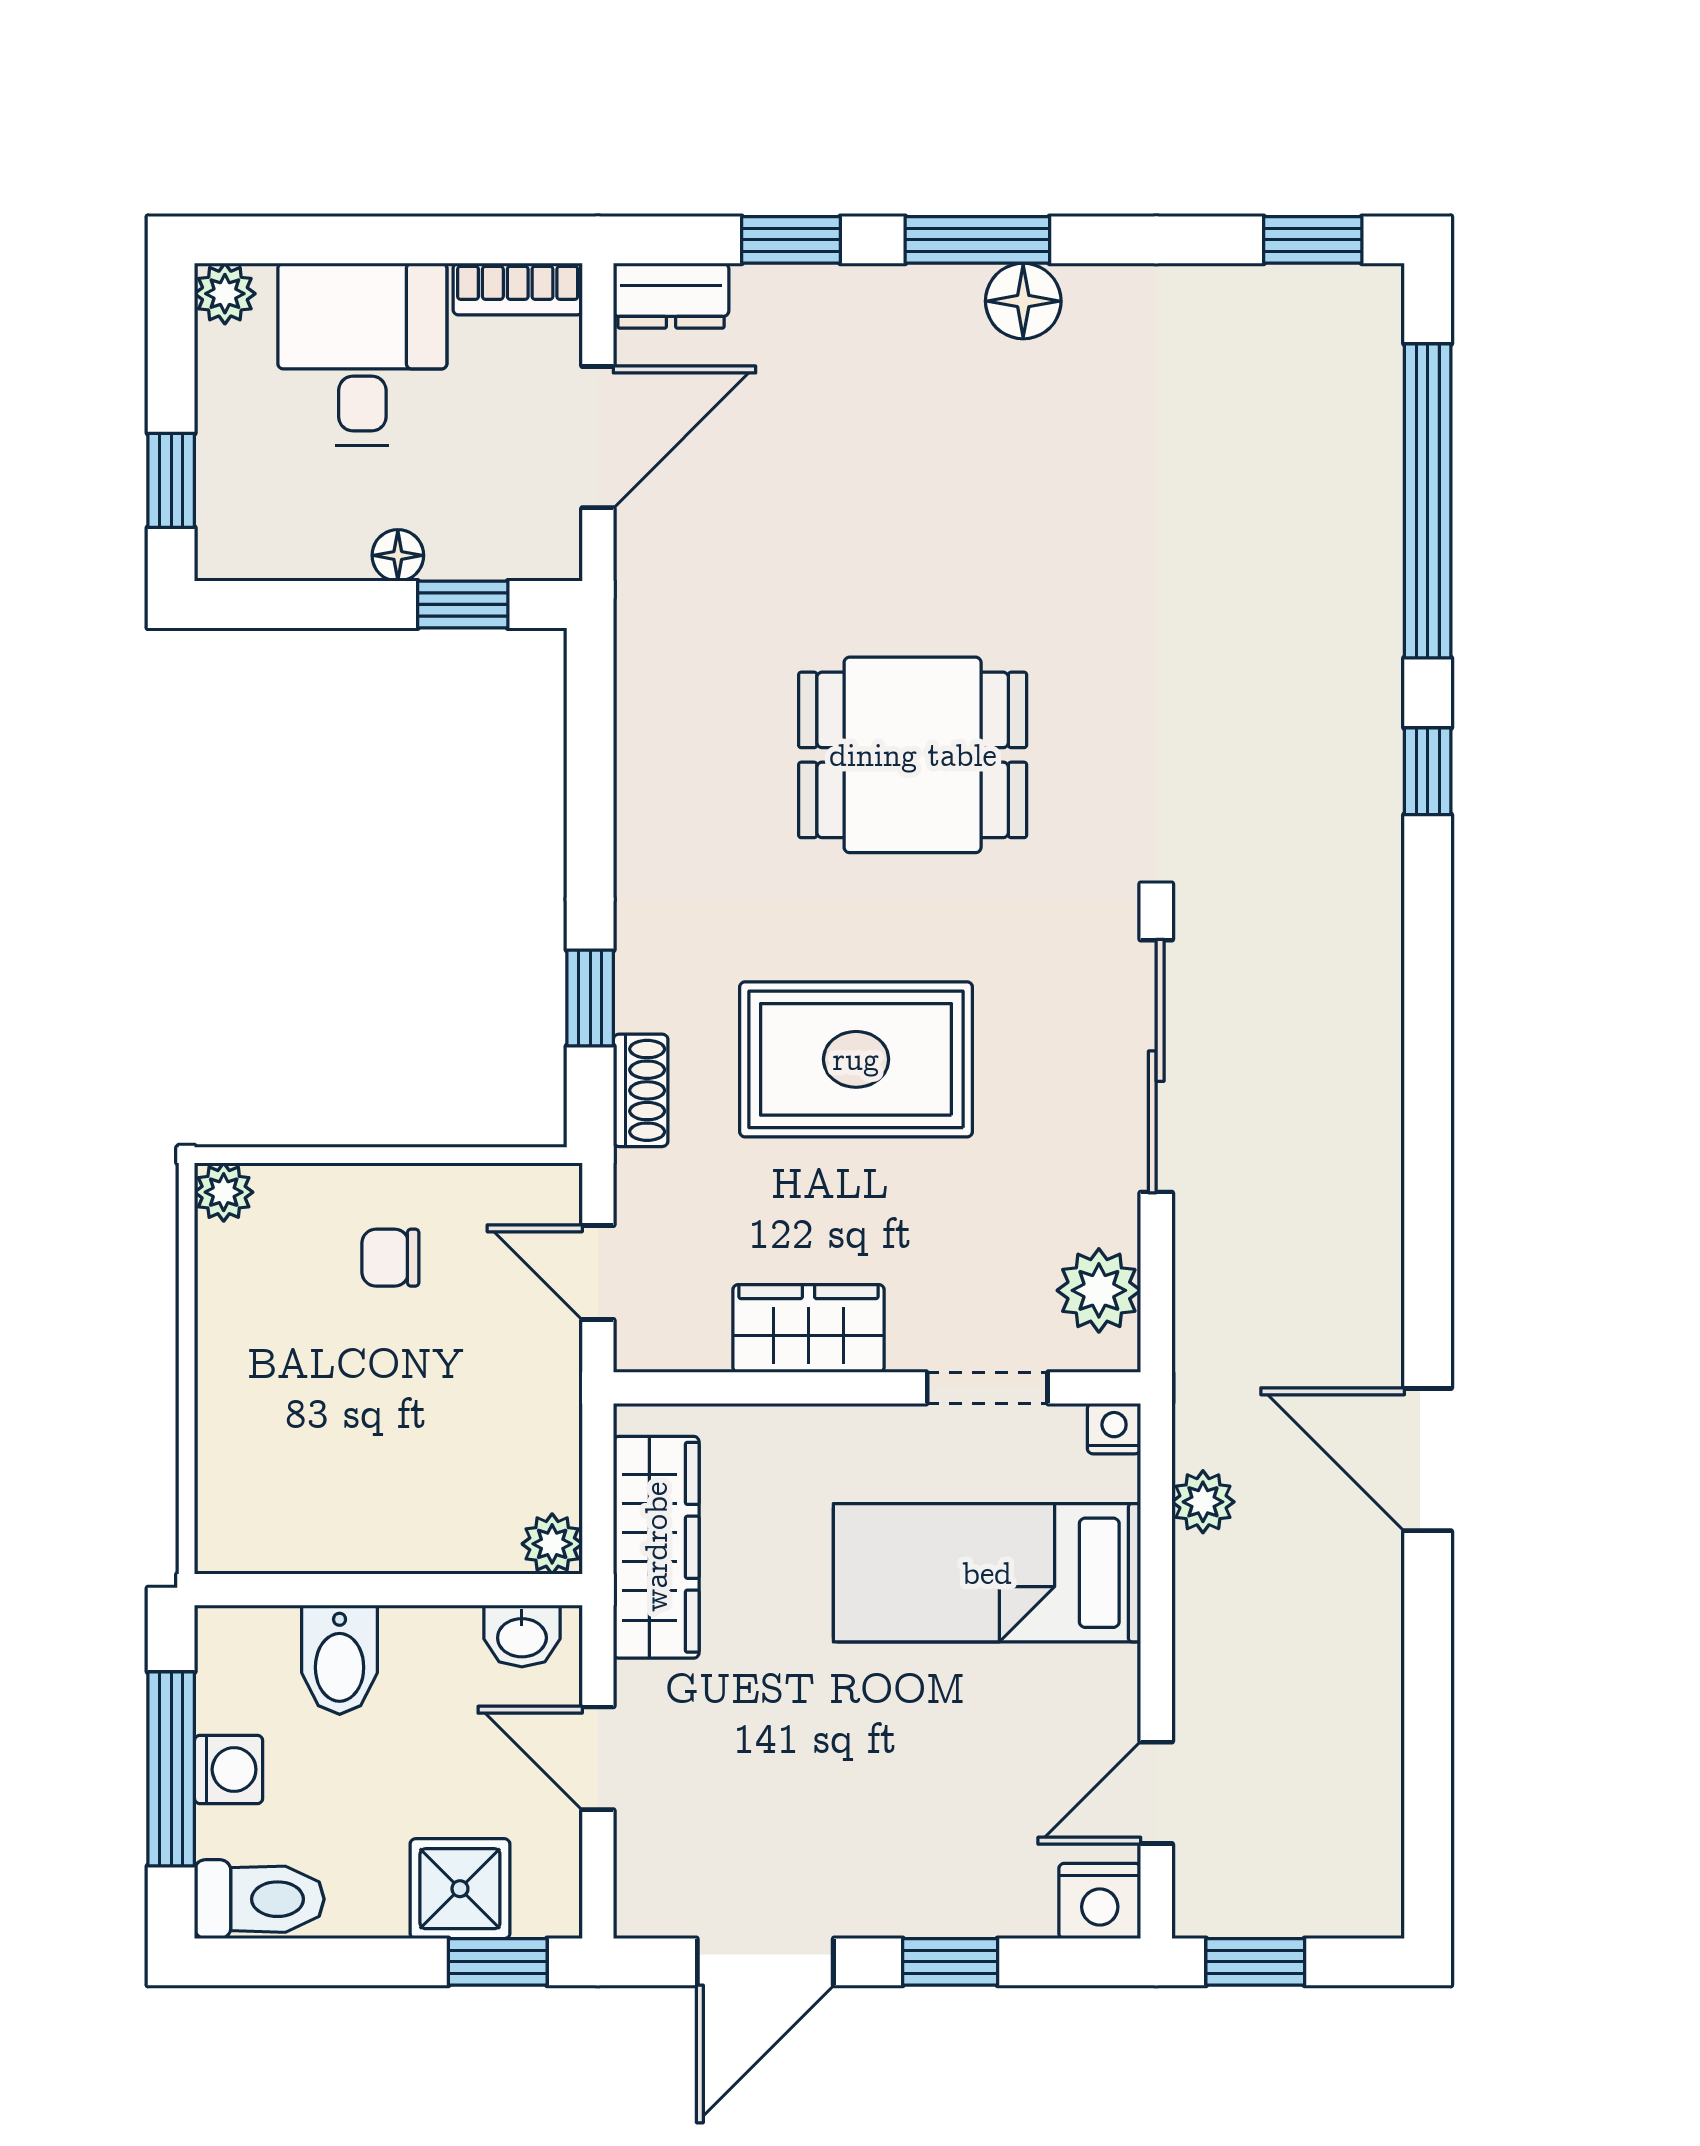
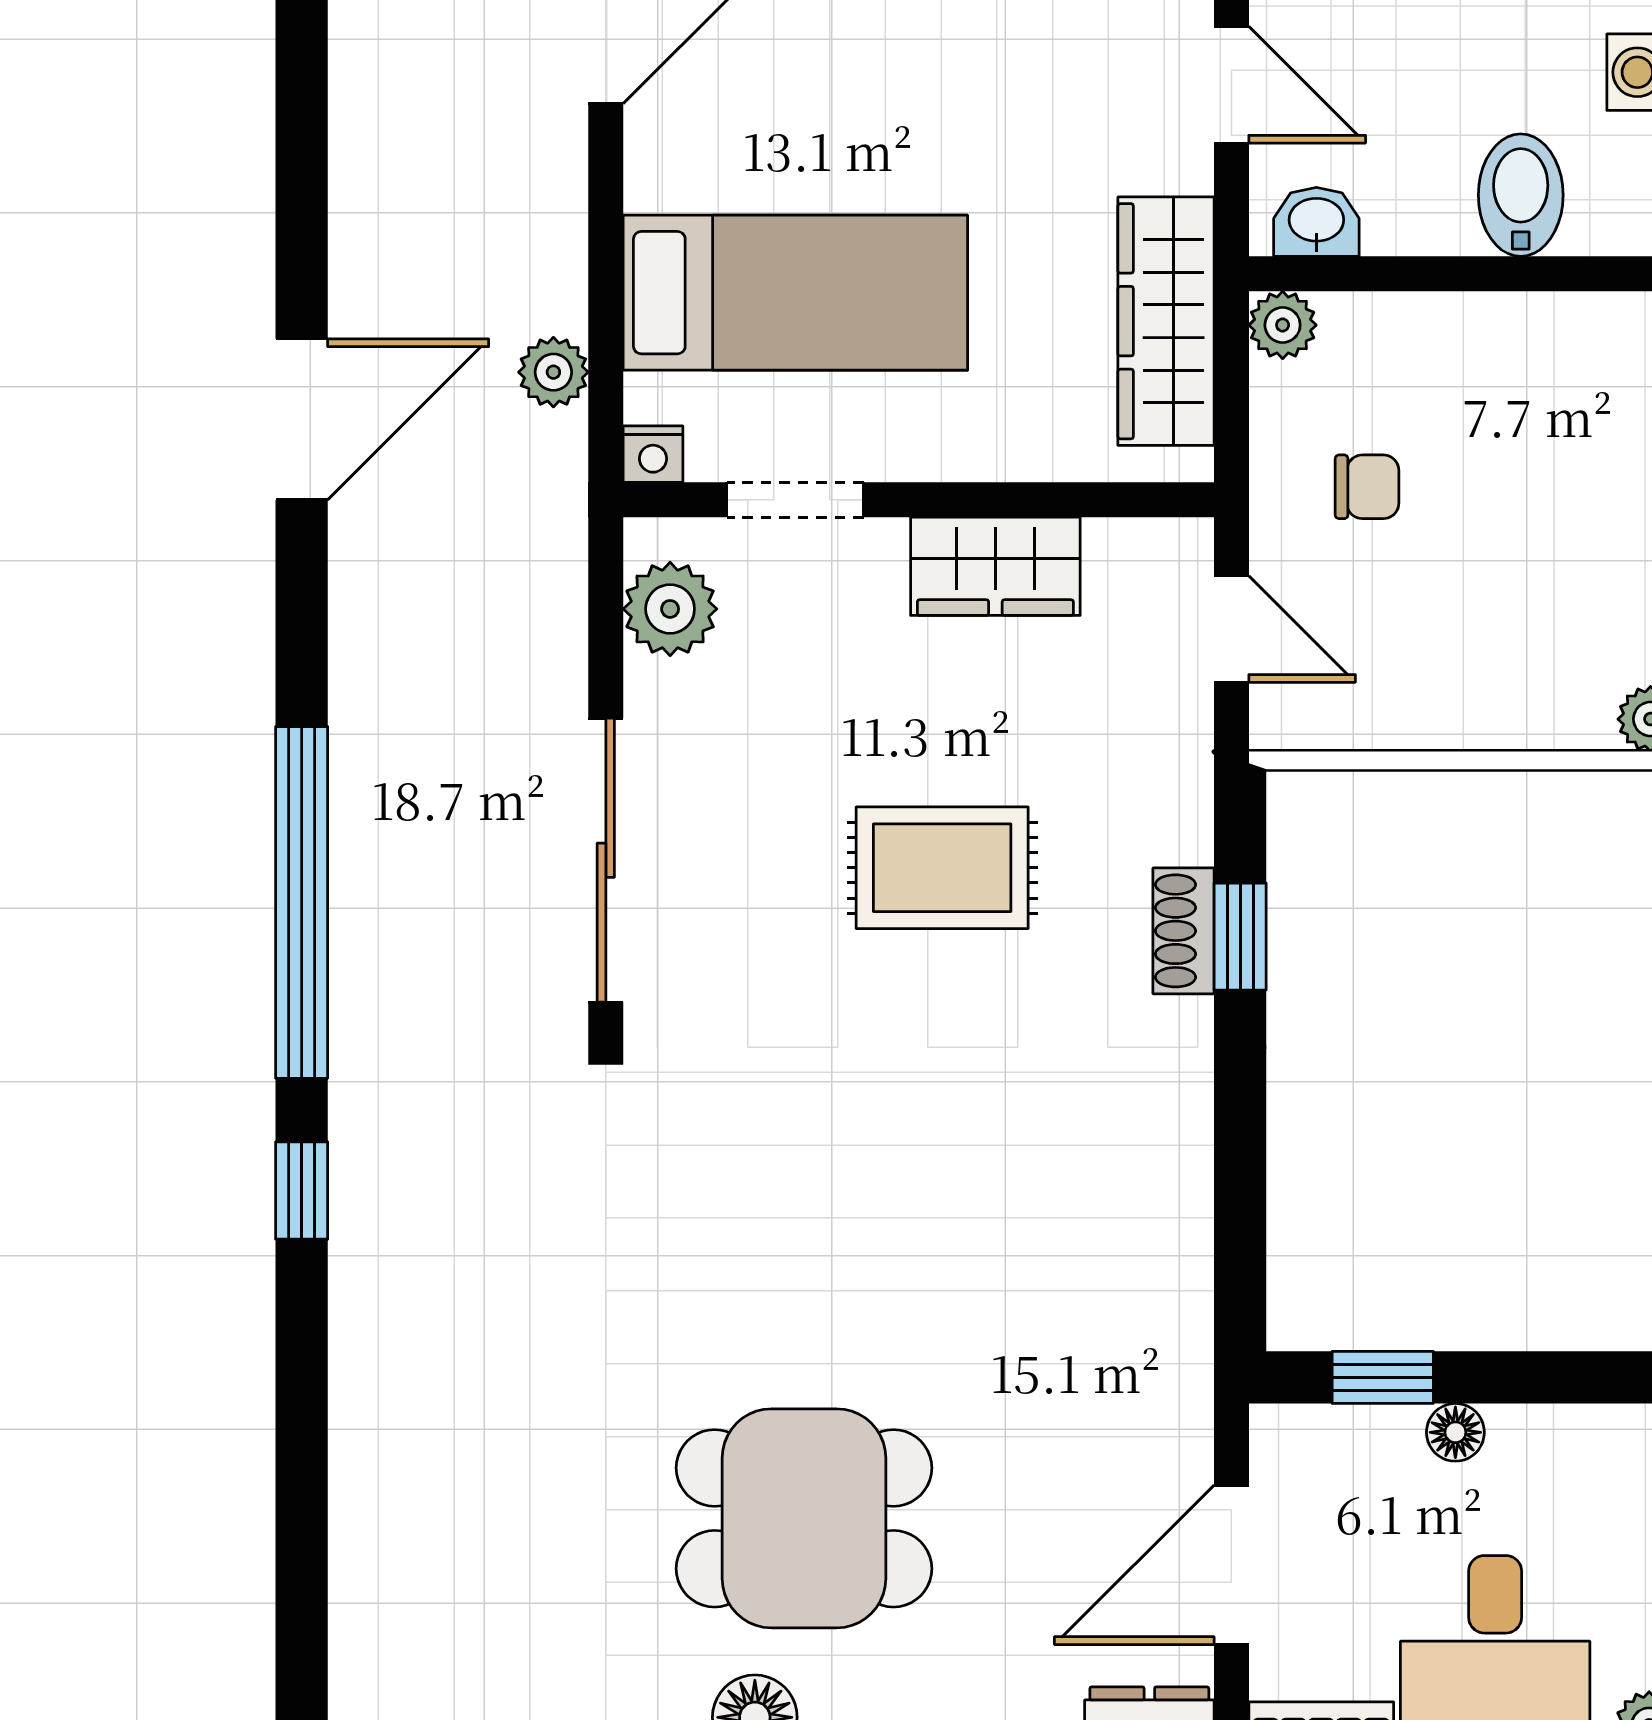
window: (1428, 501) -> (302, 902), moved
dining table: (913, 755) -> (804, 1518), moved
rug: (856, 1059) -> (942, 868), width x0.73, depth x0.70
shoe rack: (641, 1090) -> (1183, 931), moved
chair: (390, 1258) -> (1367, 487), moved
door: (1428, 1460) -> (302, 419), hinge flipped

